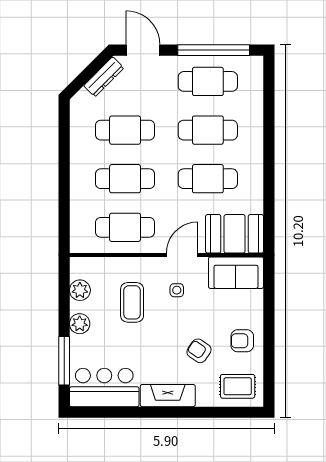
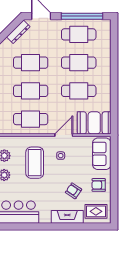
sofa: (236, 273) -> (102, 154), moved, turned 90
coffee table: (132, 302) -> (35, 163), width x1.36, depth x1.32
fireplace: (168, 396) -> (67, 217), moved

